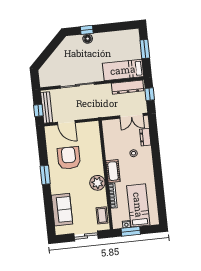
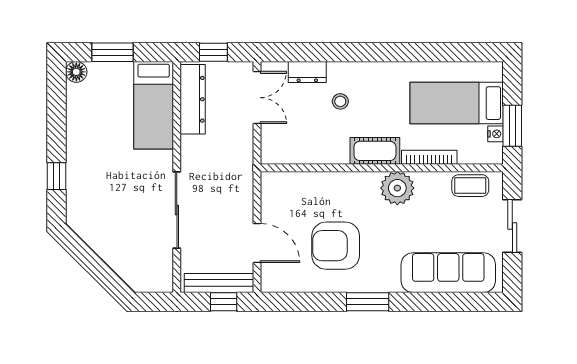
floor lamp: (88, 39) -> (76, 72), moved
door: (66, 123) -> (257, 243), hinge flipped
sofa: (62, 210) -> (448, 273), width x1.36

